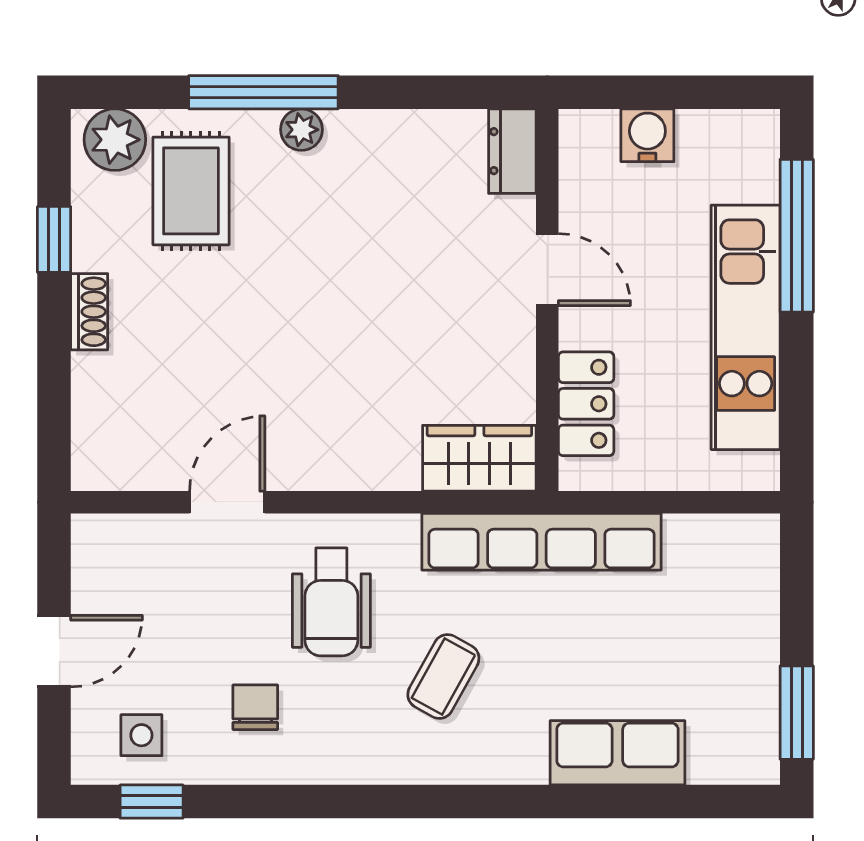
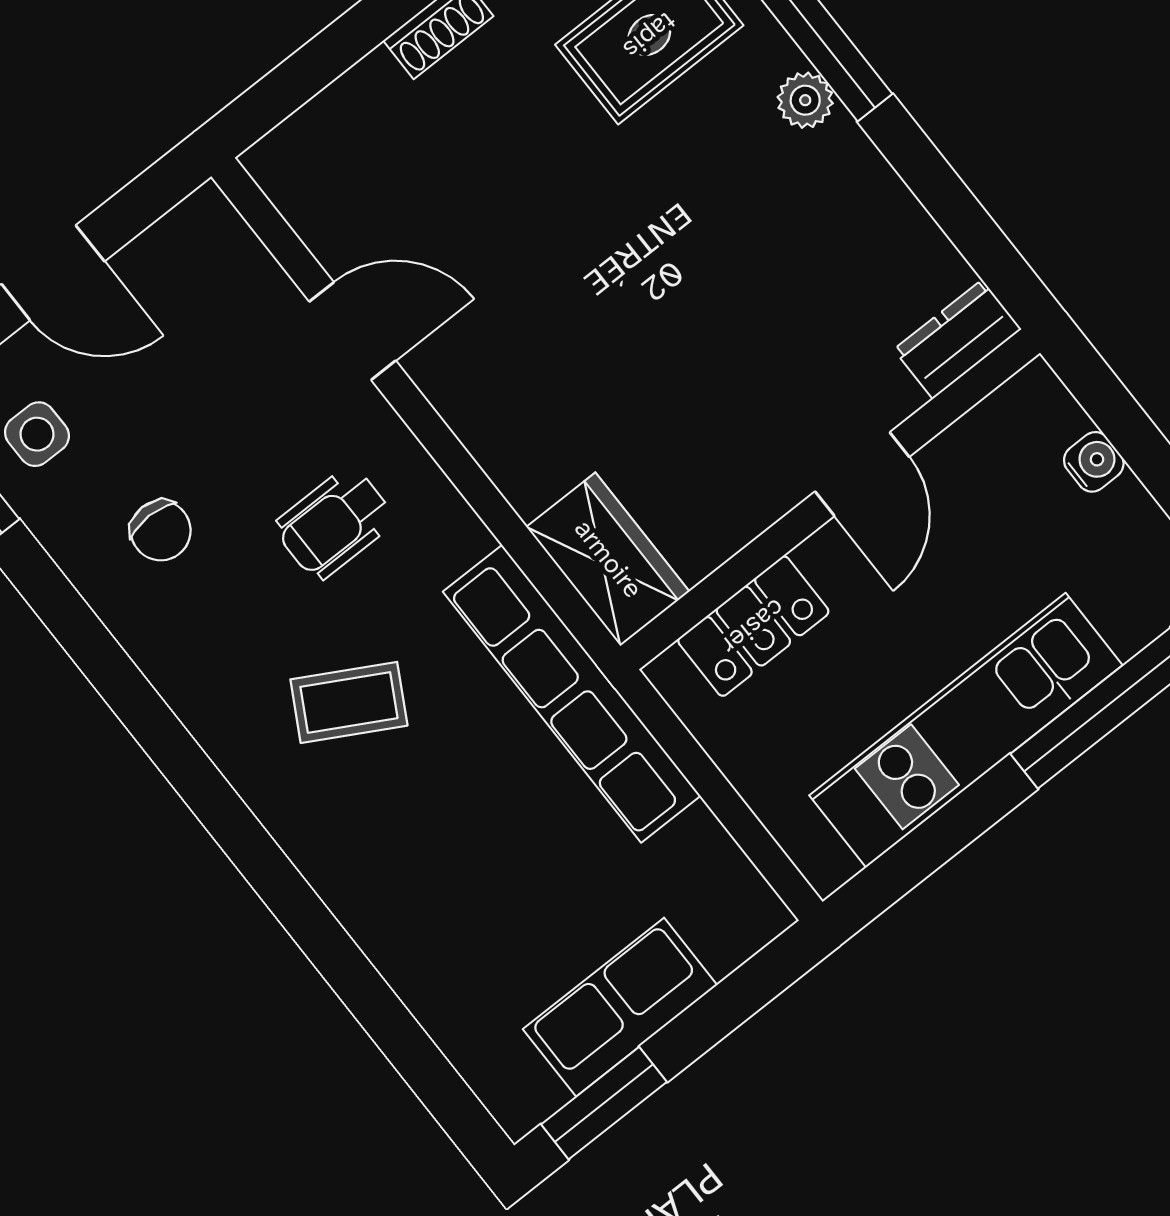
water cooler: (647, 135) -> (1094, 462), width x0.72, depth x0.72
wheelchair: (331, 602) -> (334, 523), width x0.73, depth x0.73
chair: (255, 707) -> (161, 531), turned 90
row of seats: (617, 753) -> (620, 1007), moved, turned -90

